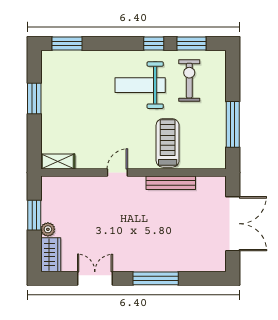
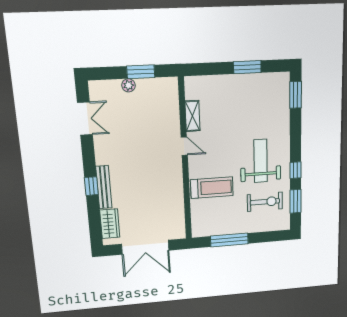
shelving: (58, 162) -> (193, 116), moved
bench: (171, 183) -> (104, 187), moved
wardrobe: (51, 255) -> (110, 224), moved, turned -90
double door: (95, 278) -> (85, 119), moved
window: (156, 278) -> (91, 186), width x0.46

